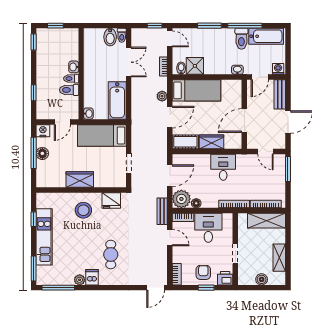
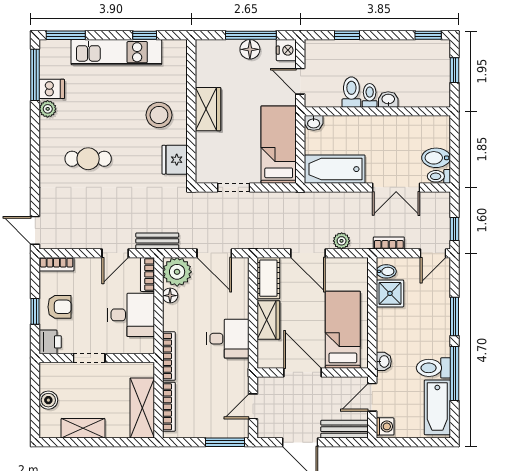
door: (260, 77) -> (372, 397), hinge flipped
bed: (196, 90) -> (343, 330), moved, turned 180
dishwasher: (92, 277) -> (52, 89), moved

